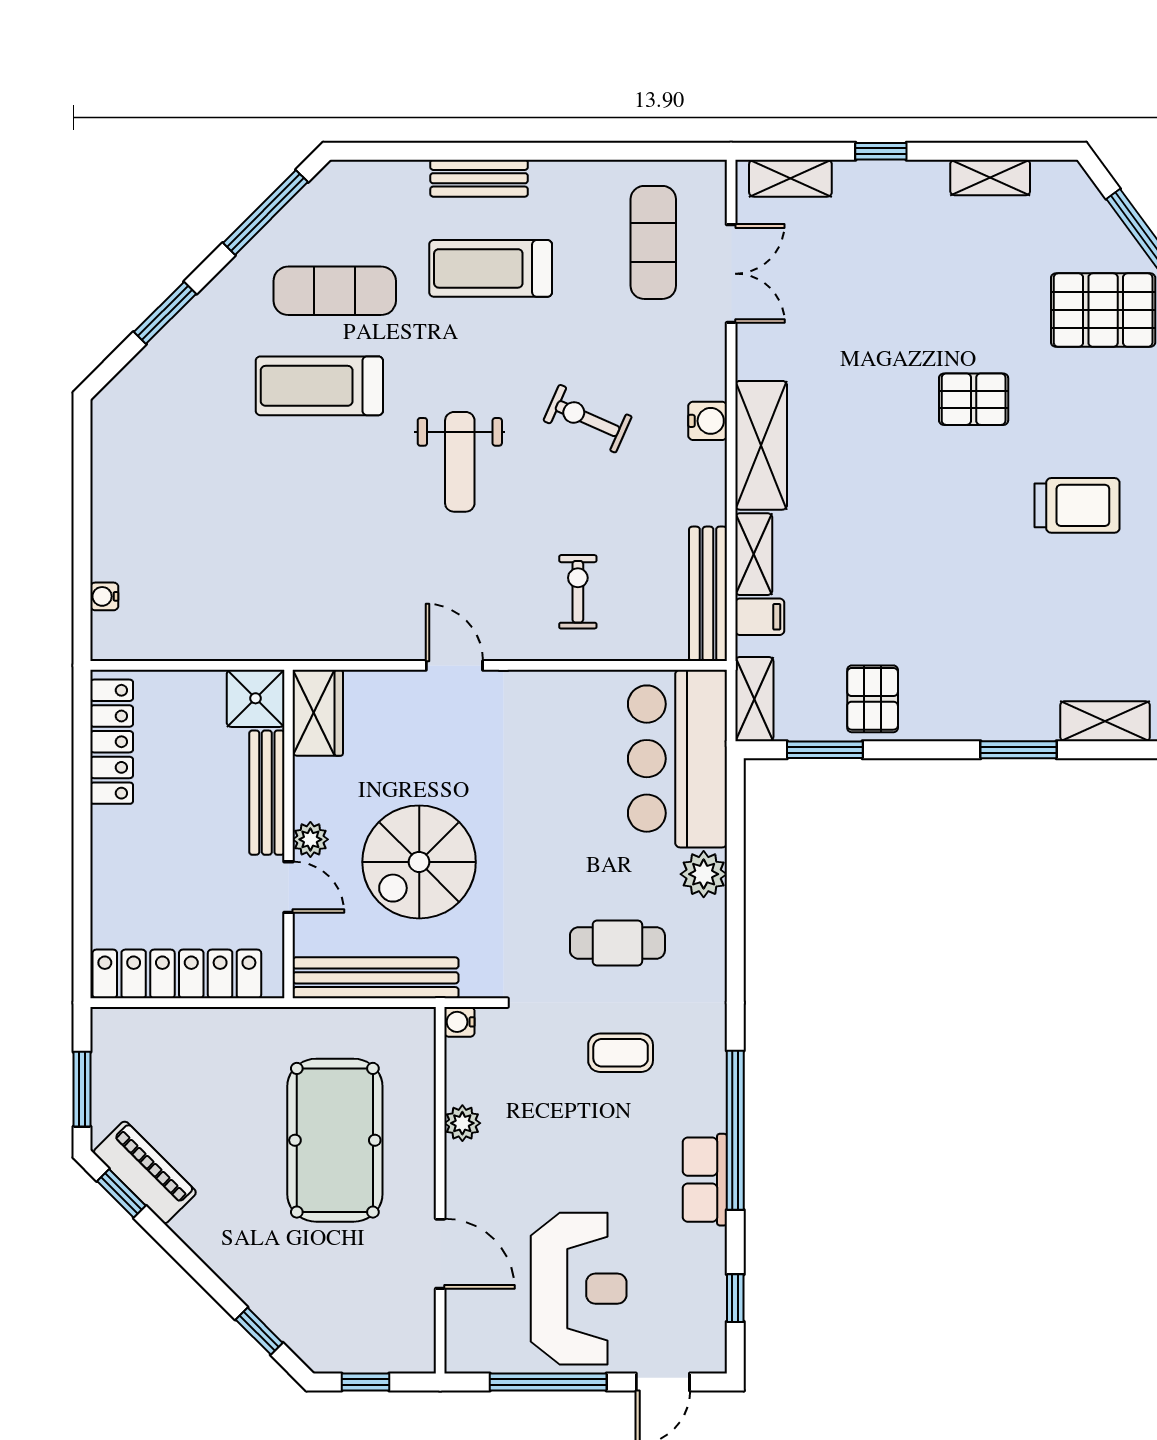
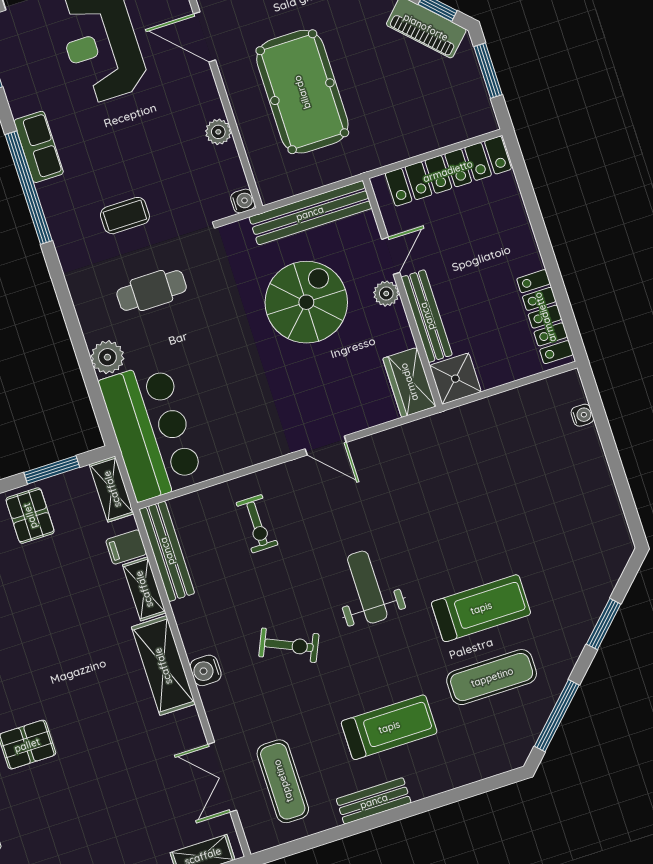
bench: (479, 178) -> (374, 801), moved
door: (288, 887) -> (391, 256), swing flipped

